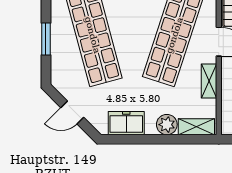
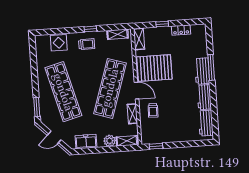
window: (46, 39) -> (37, 107), moved

